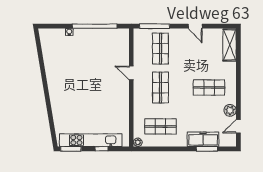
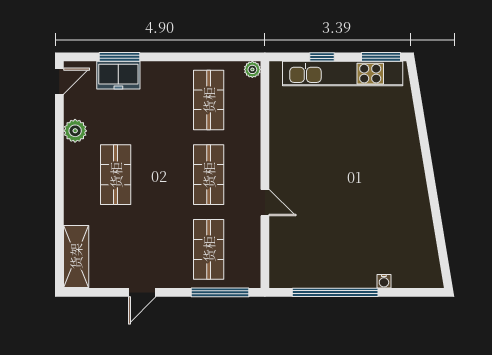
door: (195, 26) -> (142, 292), swing flipped
shop shelf: (209, 88) -> (116, 175), turned 90
shop shelf: (161, 126) -> (209, 100), turned 90
door: (238, 126) -> (59, 81), moved
freezer: (203, 139) -> (118, 75), width x0.71

